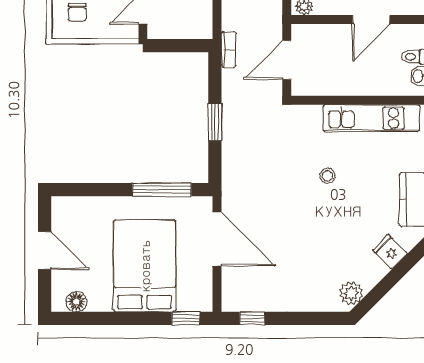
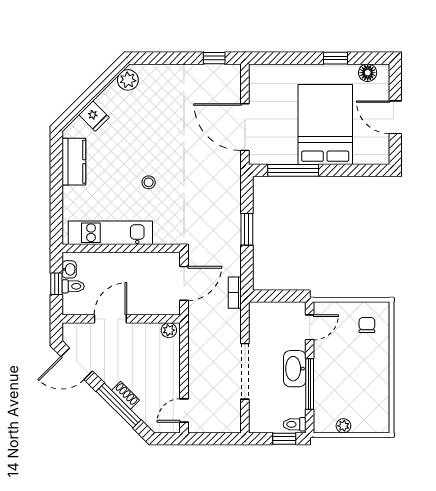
bed: (145, 266) -> (325, 125), moved, turned 180
window: (186, 318) -> (335, 58), moved

